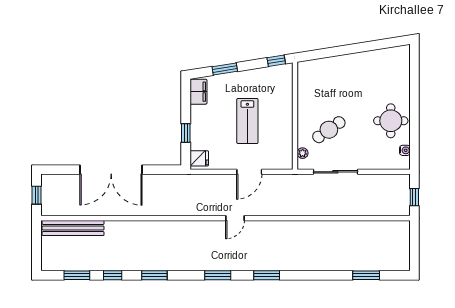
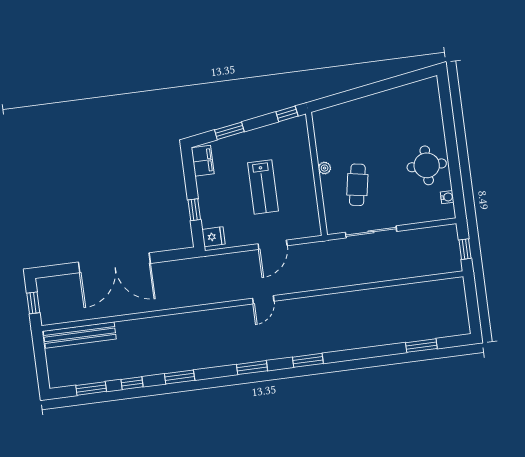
cafe table: (329, 130) -> (357, 185), turned -45
plant: (303, 153) -> (325, 168), moved

